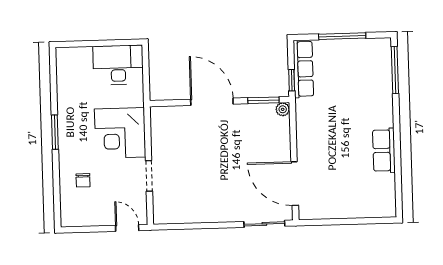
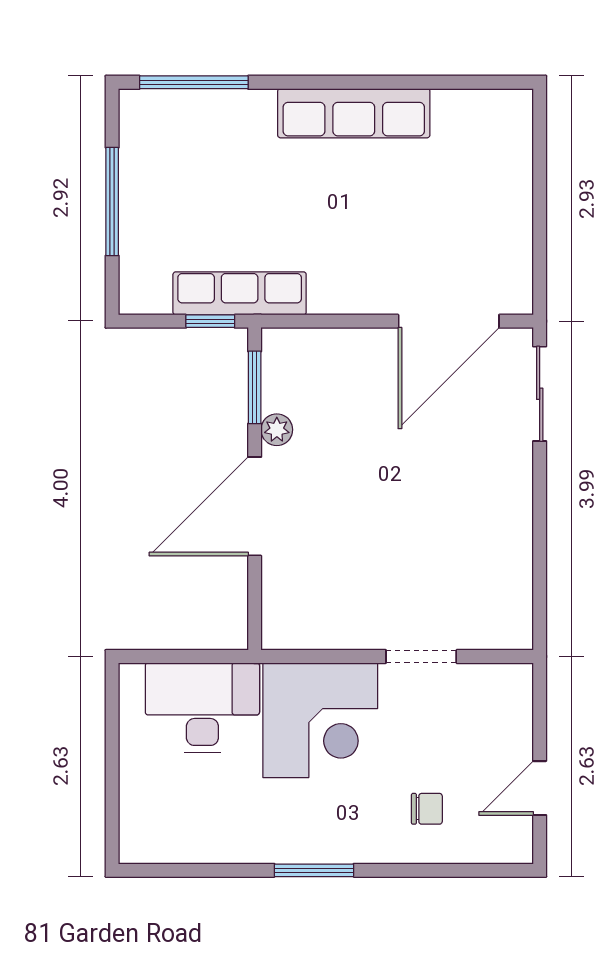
desk: (118, 65) -> (202, 708), moved, turned 90
row of seats: (303, 69) -> (240, 293), moved
plant: (283, 109) -> (277, 430), moved
row of seats: (384, 150) -> (354, 113), width x1.48
door: (127, 228) -> (540, 788), moved

